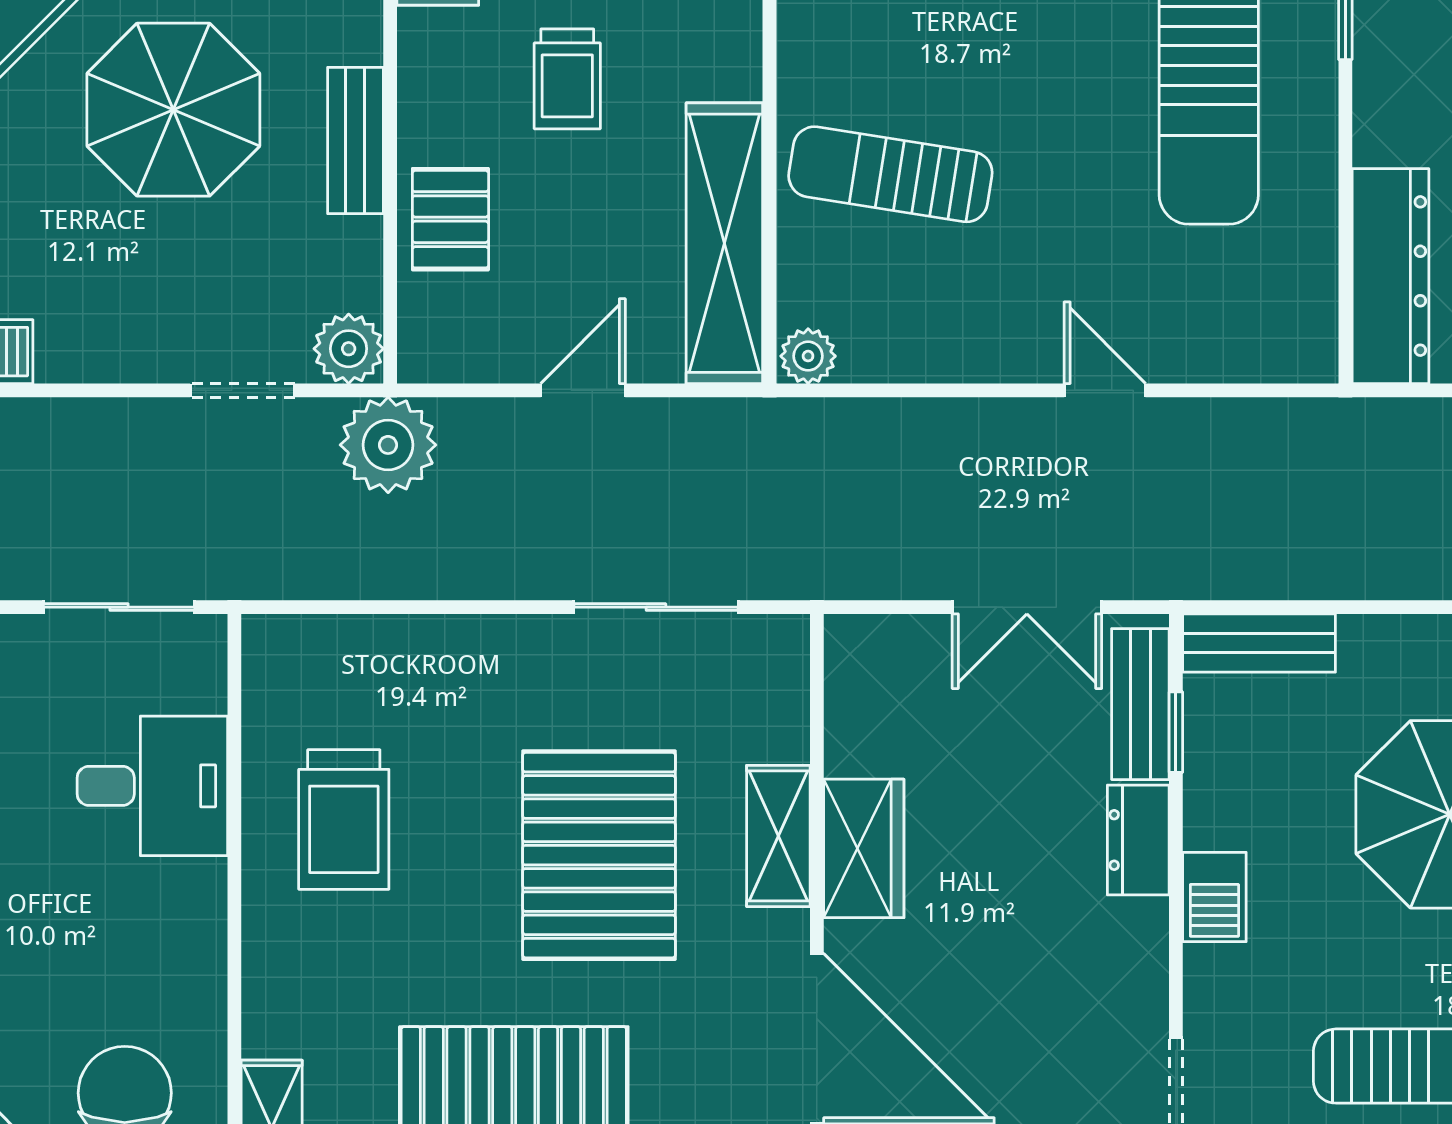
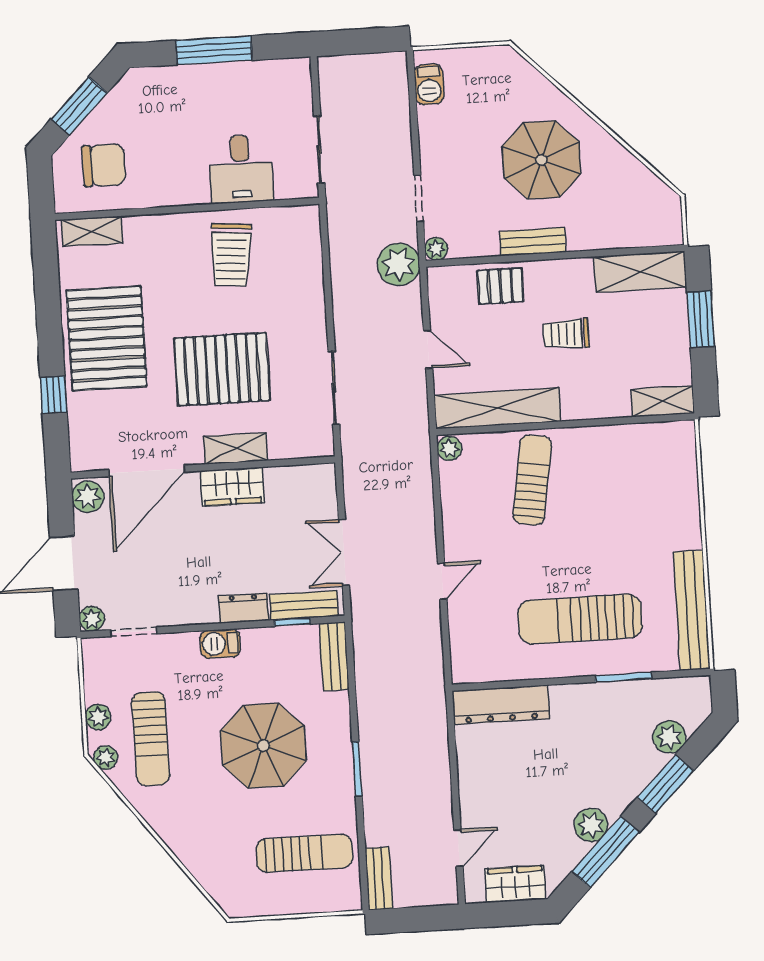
plant: (349, 349) -> (436, 249), width x0.73, depth x0.73
trolley: (344, 820) -> (231, 255), turned -85

